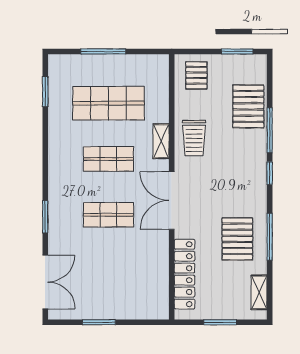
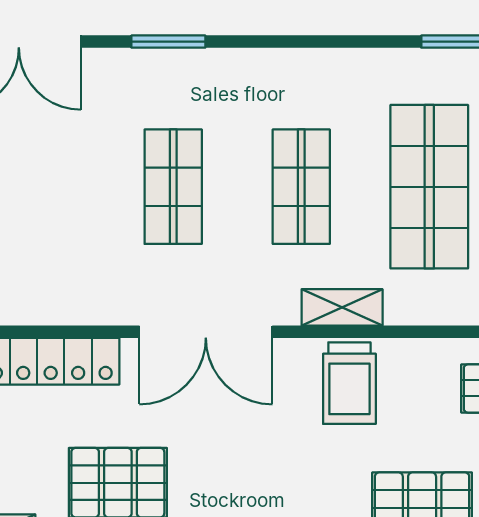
trolley: (194, 138) -> (349, 383), turned -90
double door: (172, 201) -> (206, 332), swing flipped

